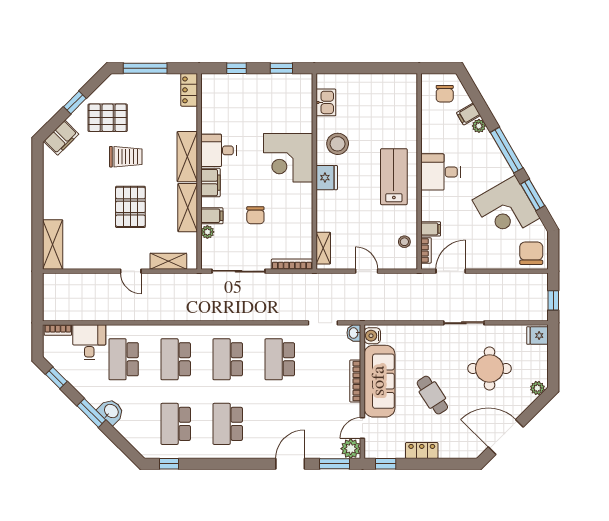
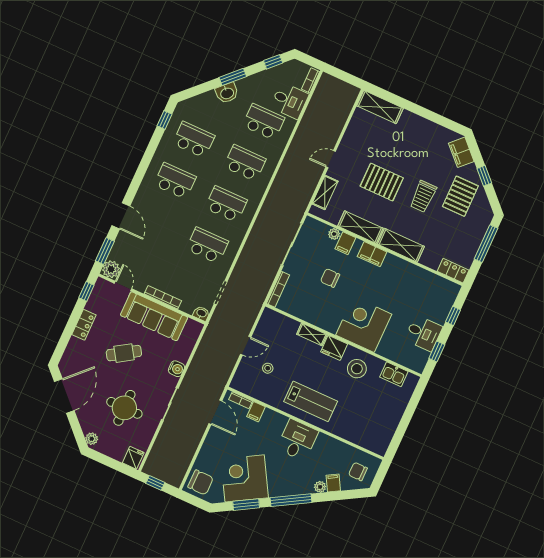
desk: (218, 150) -> (423, 333), moved, turned 90
stool: (404, 242) -> (268, 368), moved
shelving: (323, 248) -> (312, 334), moved
water cooler: (372, 336) -> (176, 369), moved, turned 90

